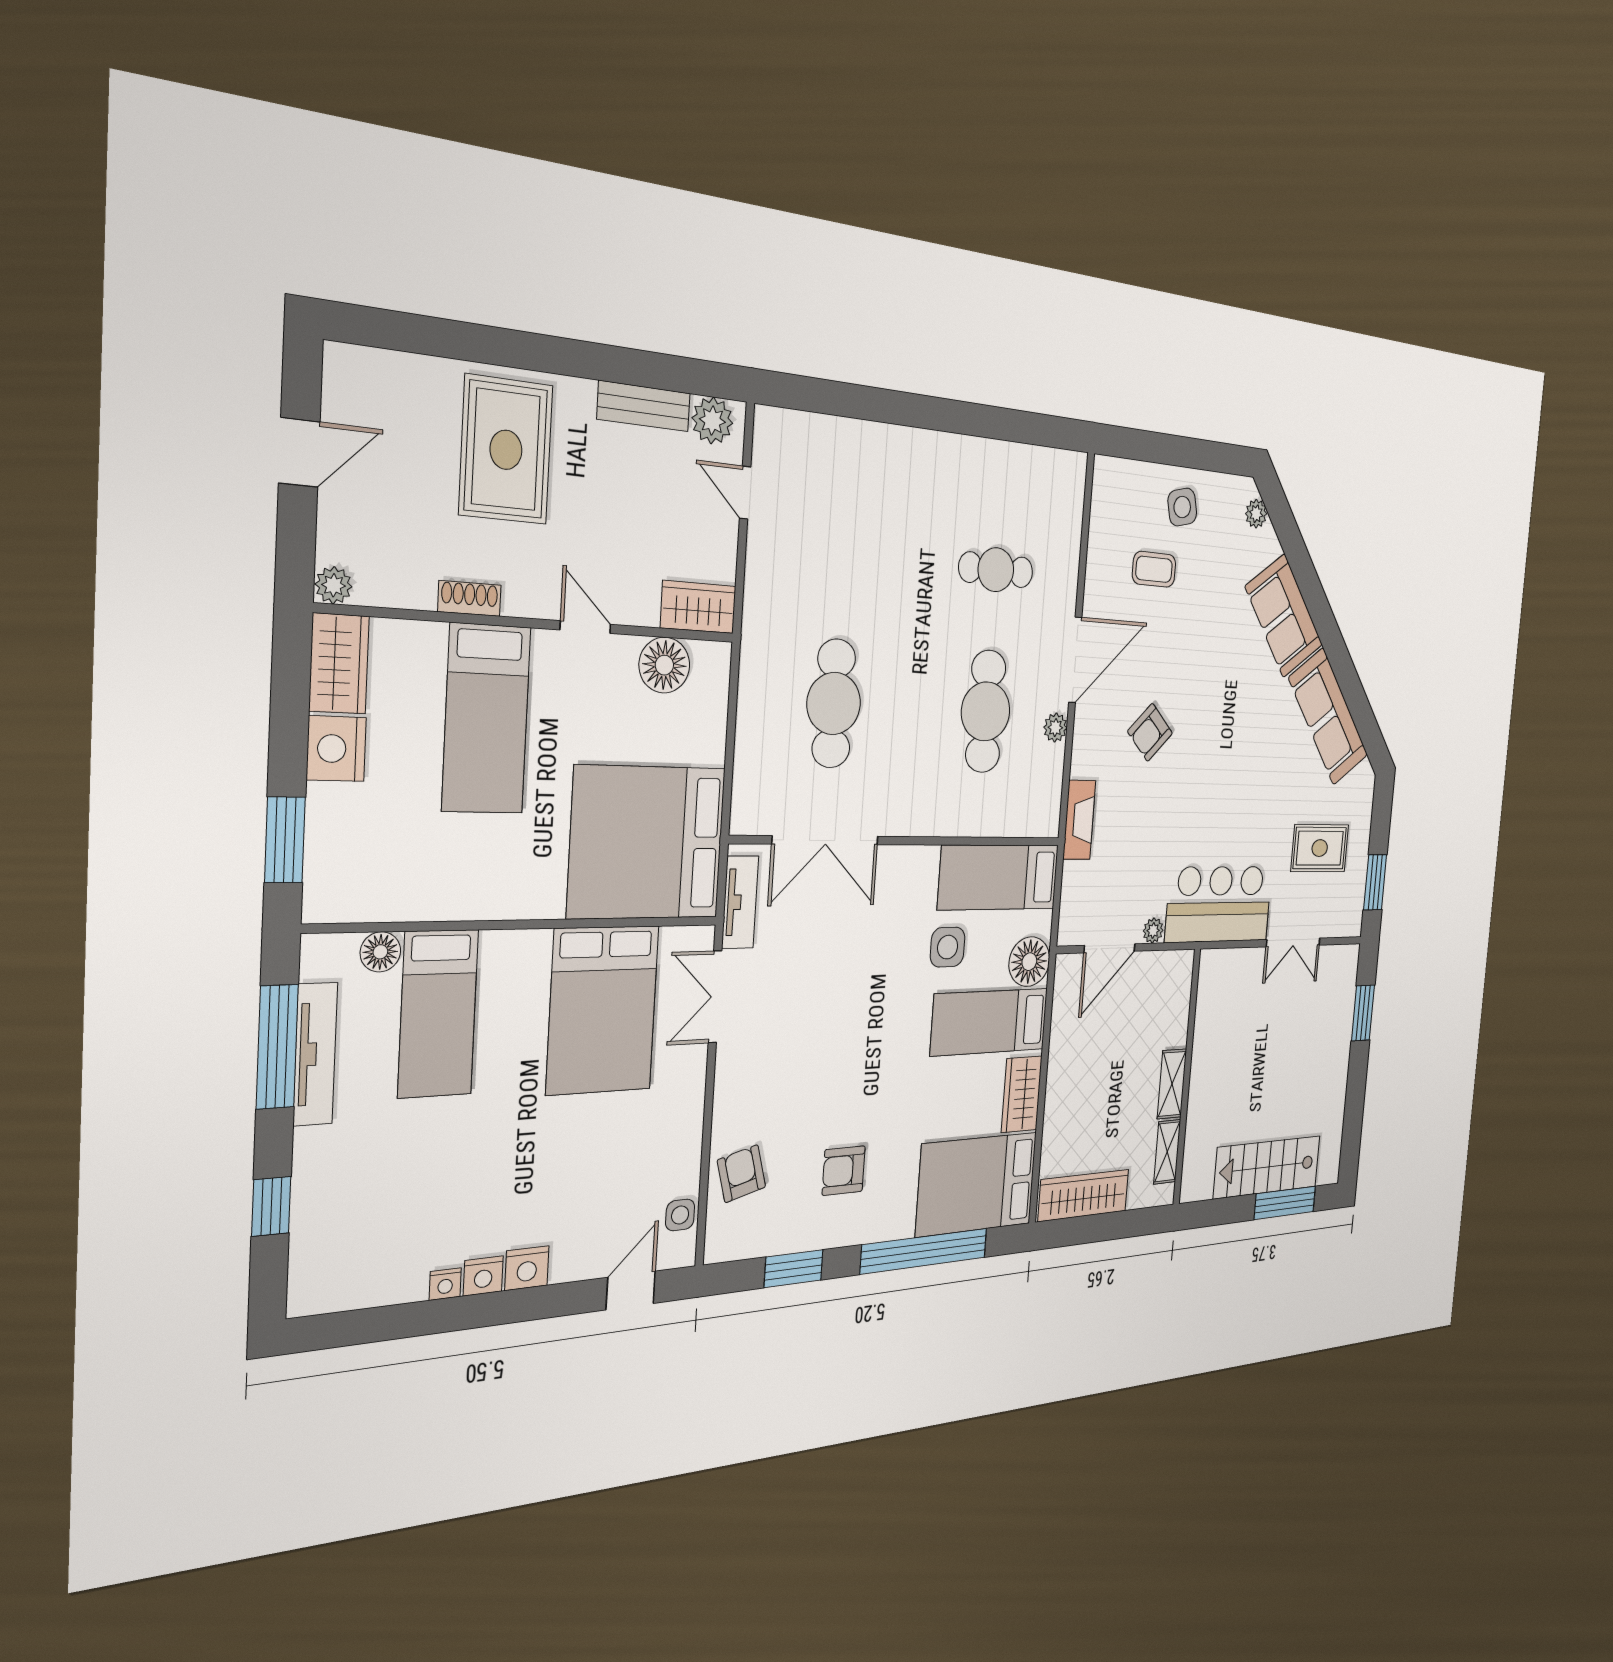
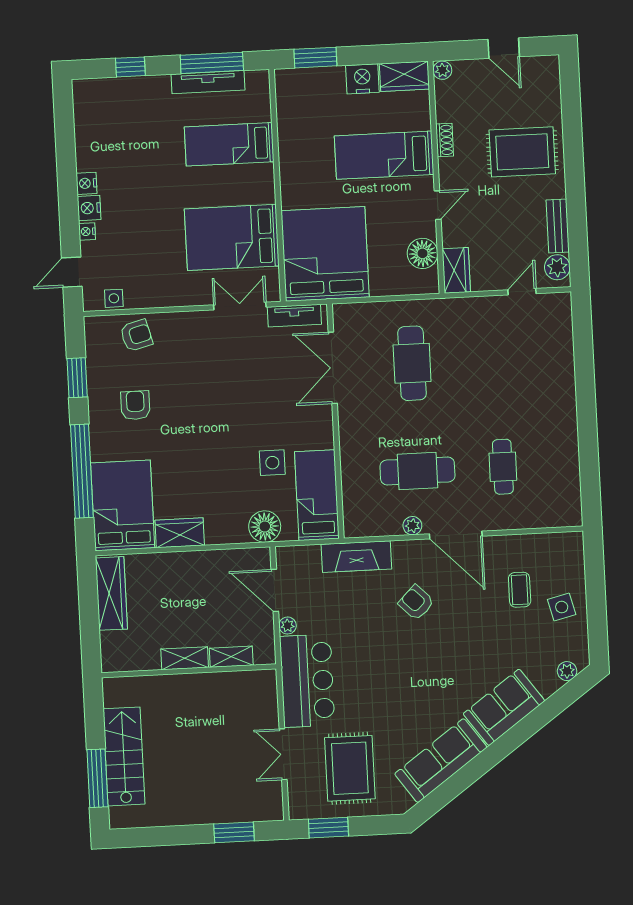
cafe table: (834, 703) -> (412, 363), turned 90
fireplace: (1079, 820) -> (356, 557), width x1.37, depth x1.32
rug: (1320, 848) -> (350, 768), width x1.36, depth x1.43
floor lamp: (380, 952) -> (261, 111), removed
bed: (989, 1022) -> (226, 501), removed
shelving: (1167, 1152) -> (231, 657), moved
nightstand: (445, 1284) -> (87, 231), moved
door: (631, 1290) -> (72, 272), swing flipped

